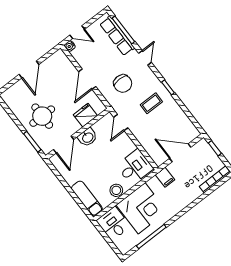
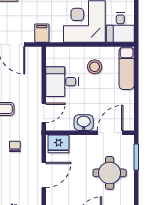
chair: (123, 84) -> (15, 146), width x0.54, depth x0.54
fridge: (85, 115) -> (58, 144), moved
desk: (135, 167) -> (62, 82), moved
stool: (116, 190) -> (95, 67), moved

